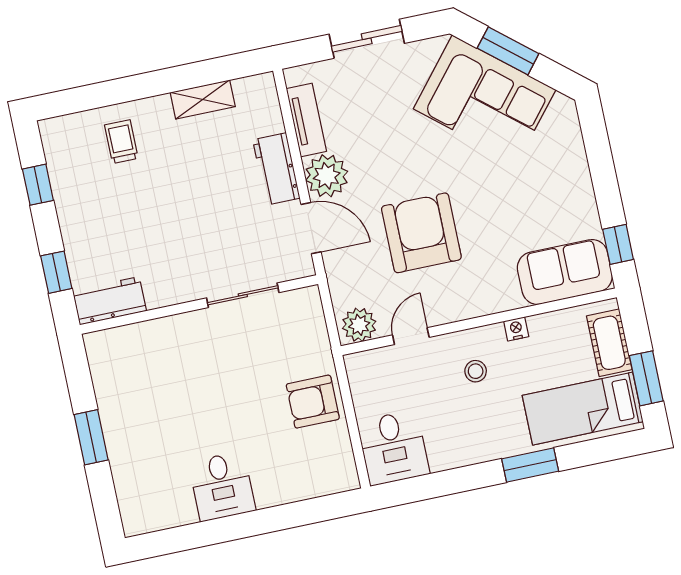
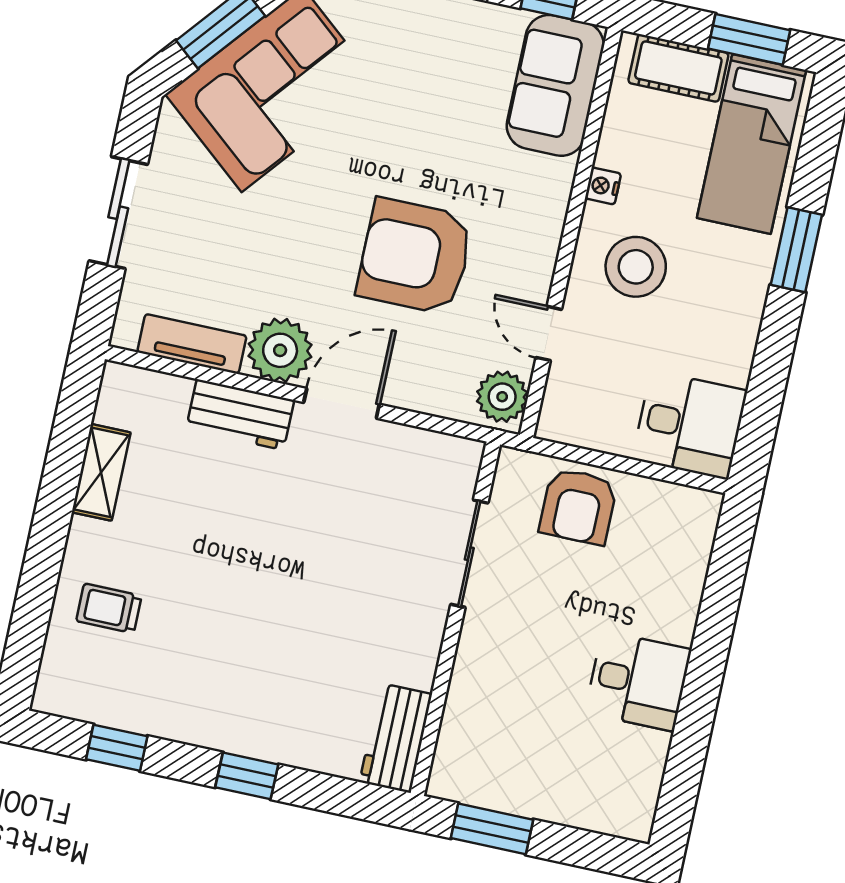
sliding door: (243, 295) -> (469, 554), moved
workbench: (109, 301) -> (396, 738), moved
wall: (199, 304) -> (455, 619), moved
stool: (476, 371) -> (636, 267), width x1.89, depth x1.89

